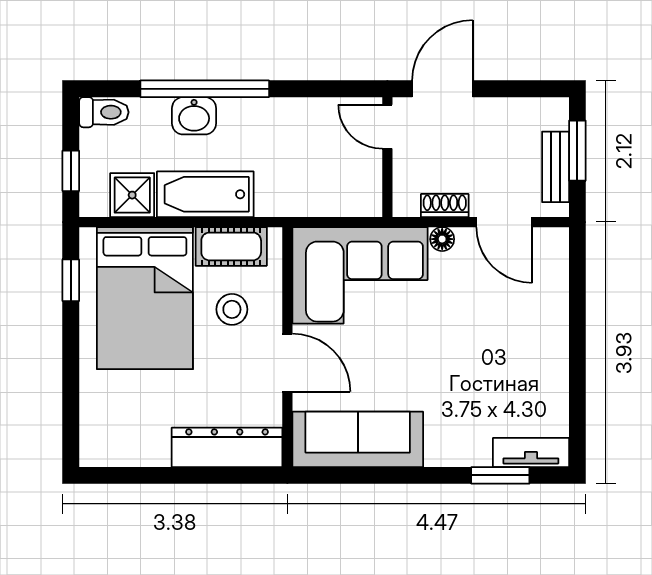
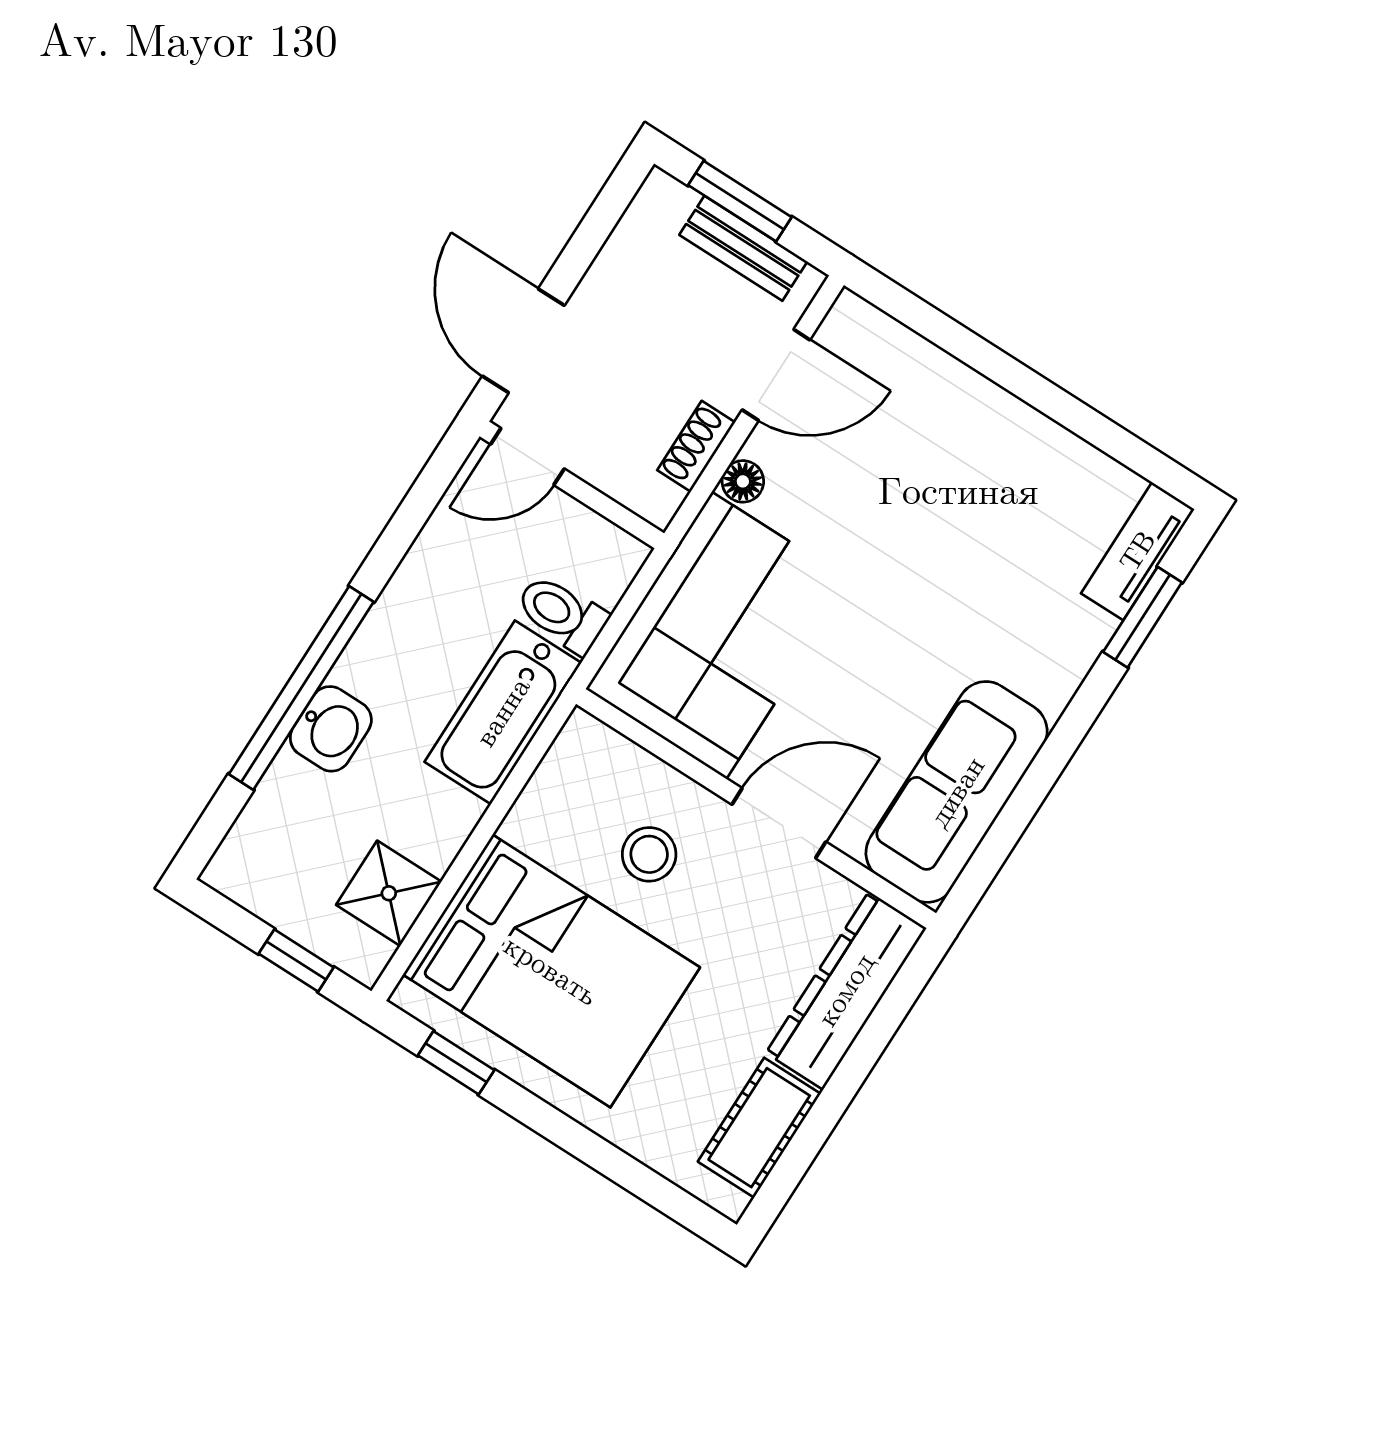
toilet: (104, 112) -> (562, 614), moved, turned -90
bathtub: (205, 194) -> (503, 712), moved
cot: (231, 246) -> (759, 1128), moved

